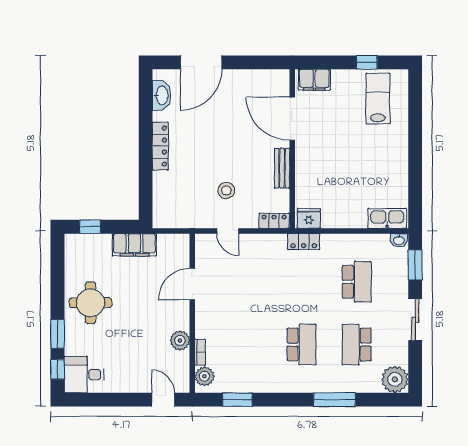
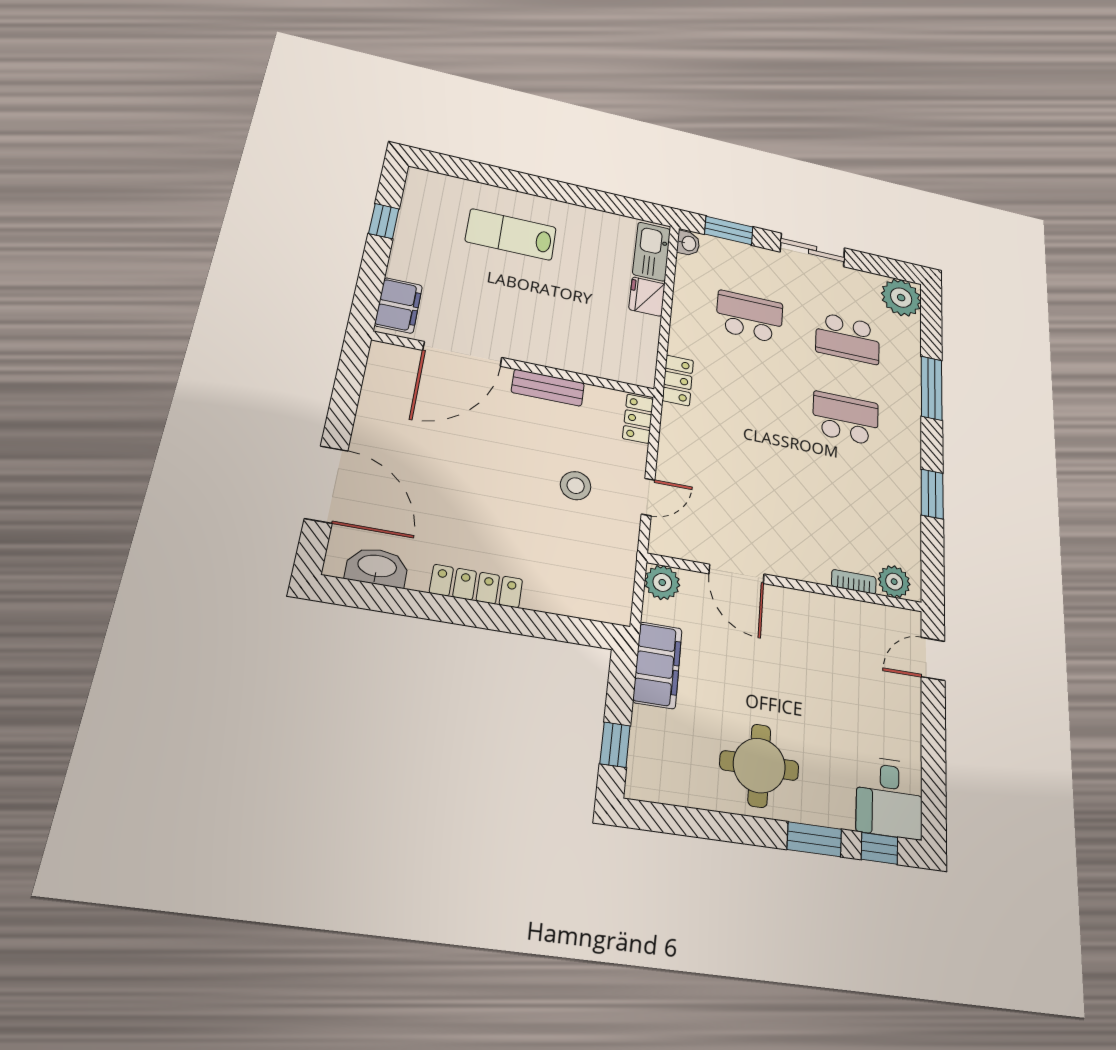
lab bench: (378, 98) -> (511, 234), moved
fridge: (309, 218) -> (647, 297), moved
plant: (180, 340) -> (662, 582), moved
window: (237, 400) -> (932, 494), moved

